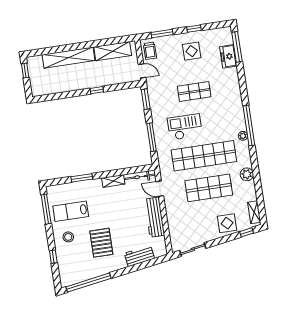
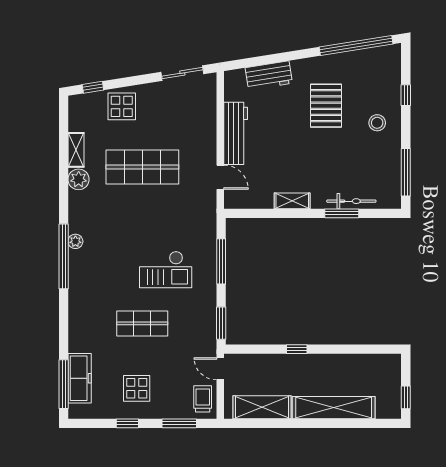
freezer: (228, 56) -> (80, 378), width x1.40
shop shelf: (204, 156) -> (142, 219), removed
bicycle: (140, 177) -> (351, 201), moved
lab bench: (71, 211) -> (367, 163), removed
shelving: (254, 212) -> (76, 150), moved

